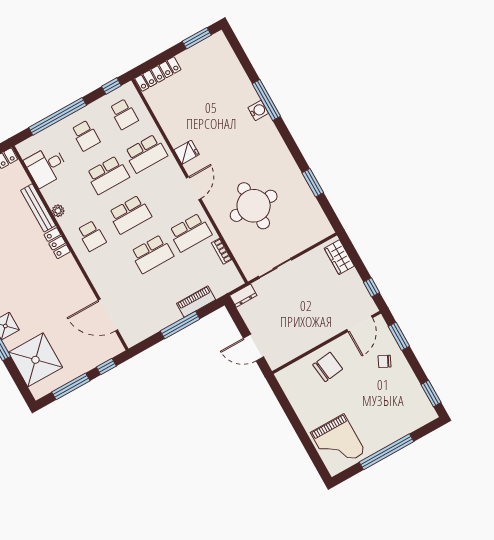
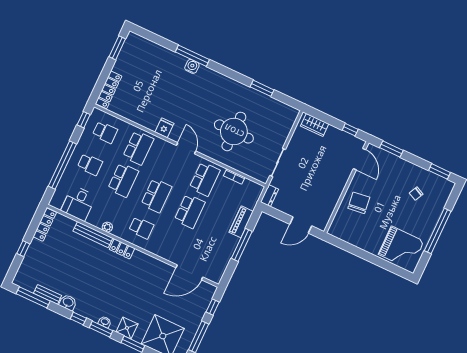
chair: (385, 361) -> (416, 194), moved

